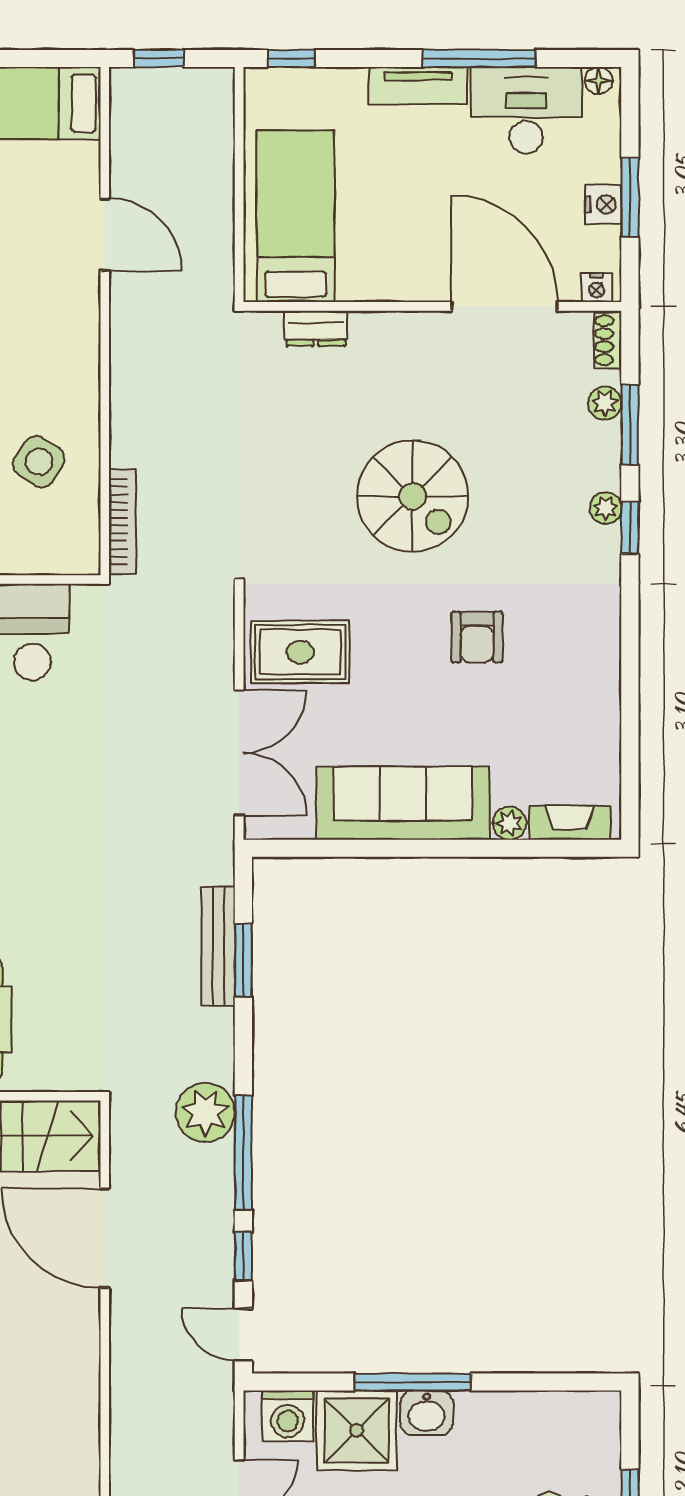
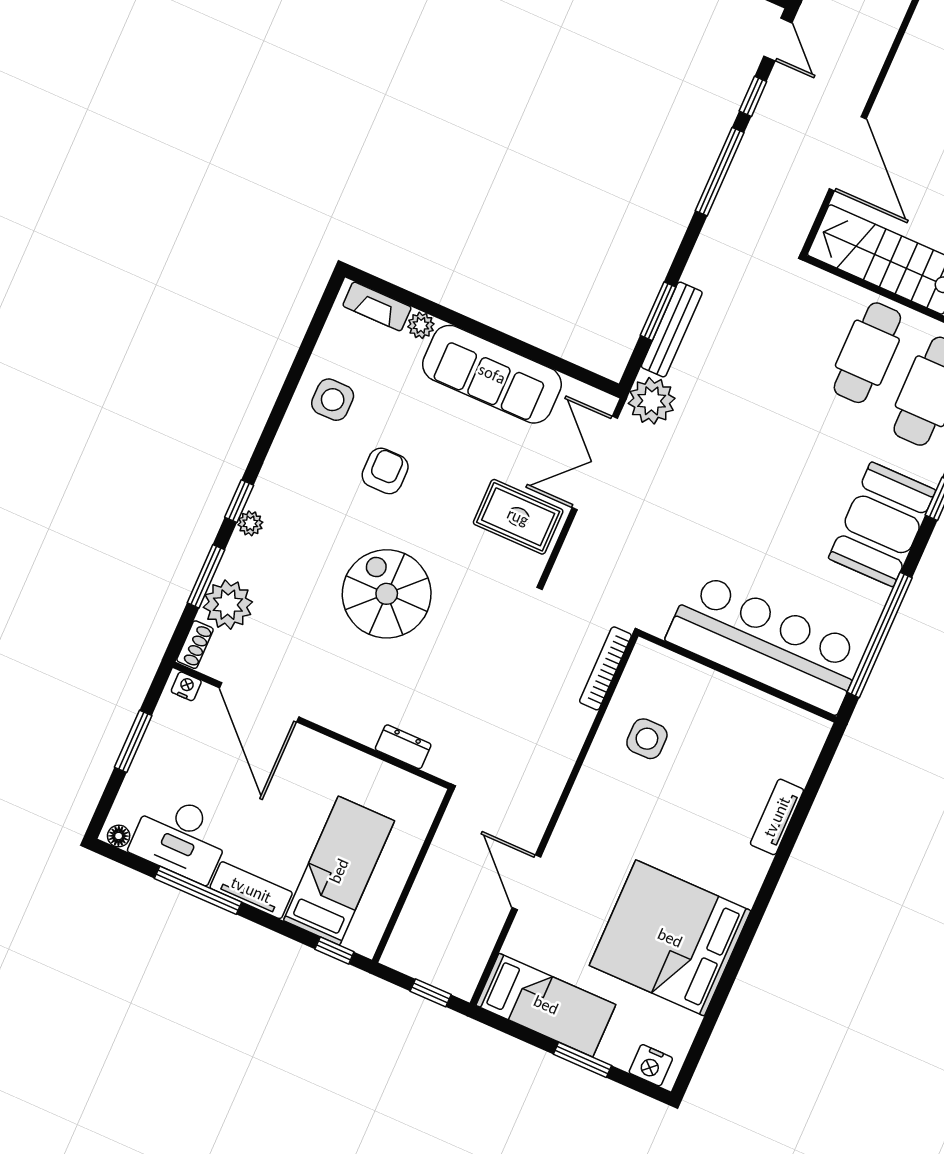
nightstand: (603, 204) -> (155, 745), removed
bed: (295, 216) -> (339, 871), moved, turned 180
plant: (605, 403) -> (228, 605), width x1.88, depth x1.88
side table: (39, 462) -> (647, 739), turned -33
side table: (574, 693) -> (333, 400), added
plant: (205, 1112) -> (652, 401), moved

